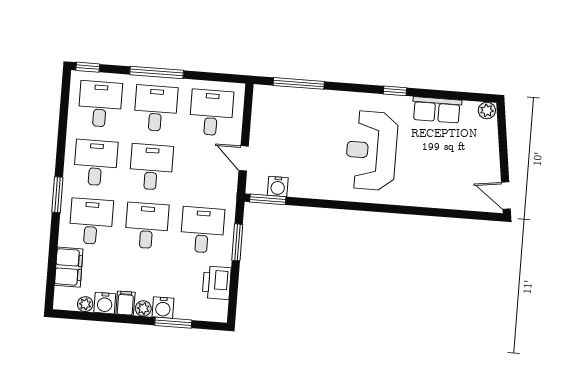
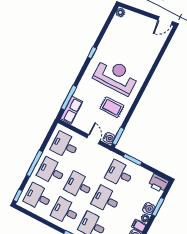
row of seats: (437, 110) -> (71, 110), moved
reception desk: (371, 151) -> (116, 76), turned 180
door: (244, 158) -> (94, 139), swing flipped
rug: (314, 167) -> (112, 107), added
water cooler: (278, 186) -> (109, 138), moved
printer: (217, 283) -> (158, 183), moved

